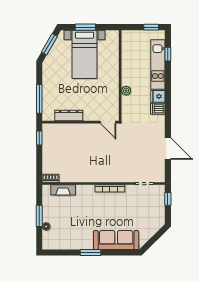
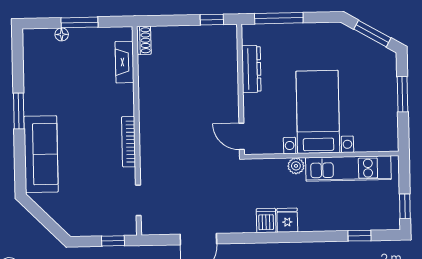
bed with nightstands: (85, 54) -> (318, 112), moved, turned 90
kitchen unit: (158, 65) -> (348, 169), moved, turned 180
door: (108, 122) -> (242, 136), hinge flipped

